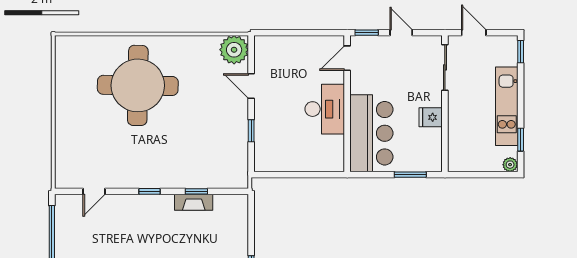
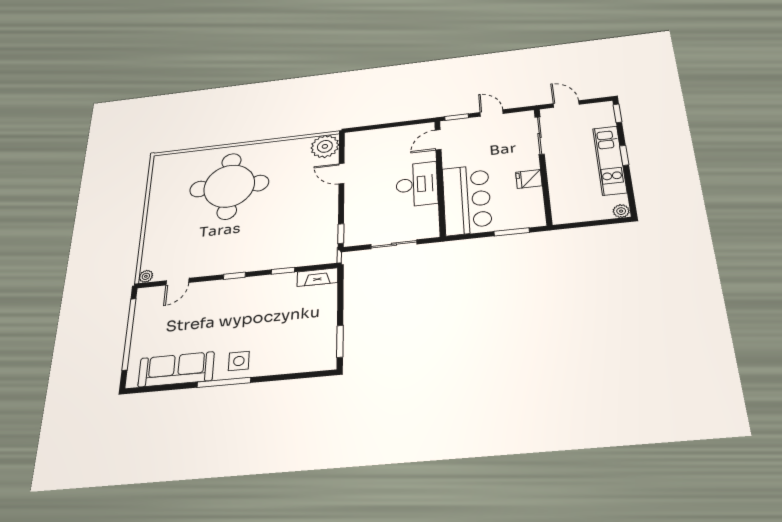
window: (251, 131) -> (341, 234), moved
window: (521, 140) -> (624, 155), moved
sliding door: (301, 175) -> (394, 244), added
plant: (62, 182) -> (146, 276), added
fireplace: (194, 202) -> (317, 277), moved

